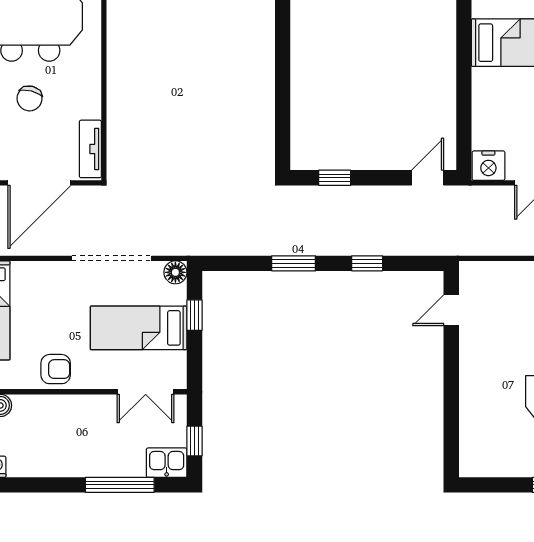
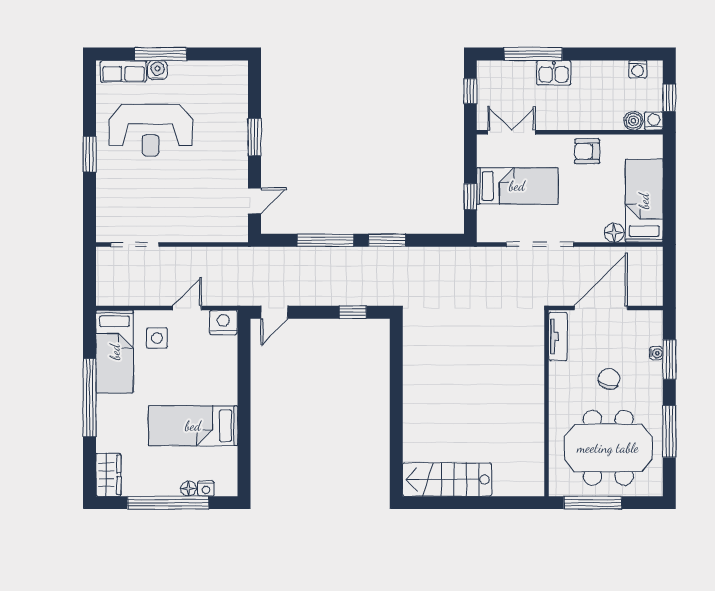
window: (367, 263) -> (325, 240), width x2.17
floor lamp: (175, 272) -> (614, 233), moved
window: (451, 386) -> (255, 137), added
kitchen sink: (167, 463) -> (554, 73), moved

